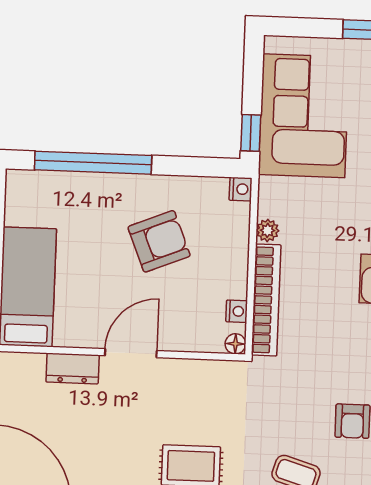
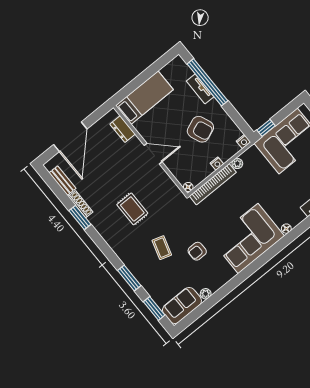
tv unit: (93, 184) -> (200, 89), added
nightstand: (237, 311) -> (217, 164), moved
dresser: (73, 369) -> (123, 129), moved

